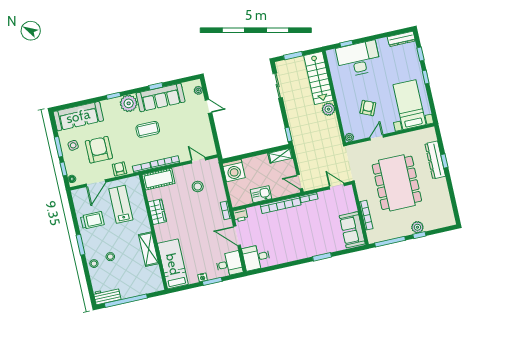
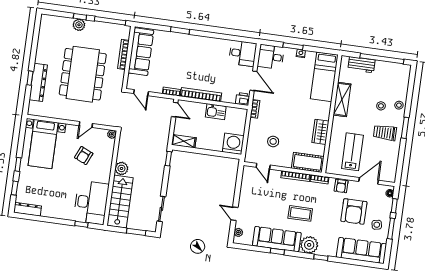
desk: (358, 59) -> (91, 203), moved, turned -90
lab bench: (121, 204) -> (352, 152), turned 180
trolley: (92, 220) -> (385, 133), moved
sofa: (352, 230) -> (141, 52), width x1.36
workbench: (107, 296) -> (361, 65), moved

